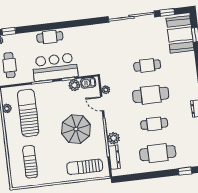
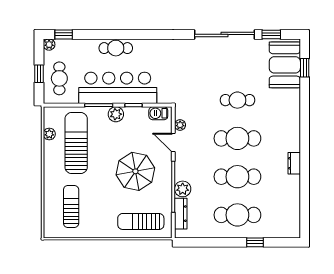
bar counter: (55, 67) -> (118, 88), width x1.36
plant: (74, 85) -> (116, 114), moved
cafe table: (154, 124) -> (237, 177), width x1.37, depth x1.35
window: (185, 171) -> (255, 242), moved

